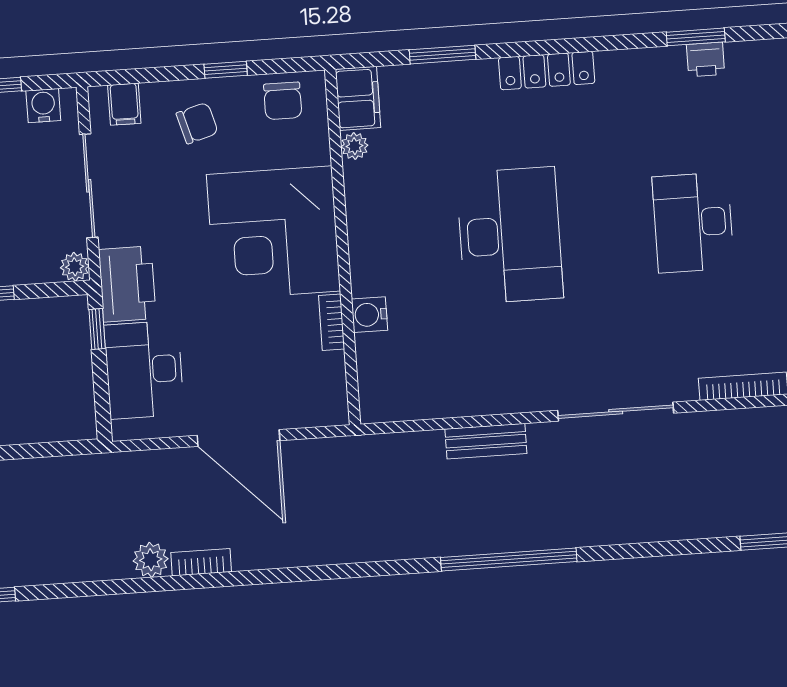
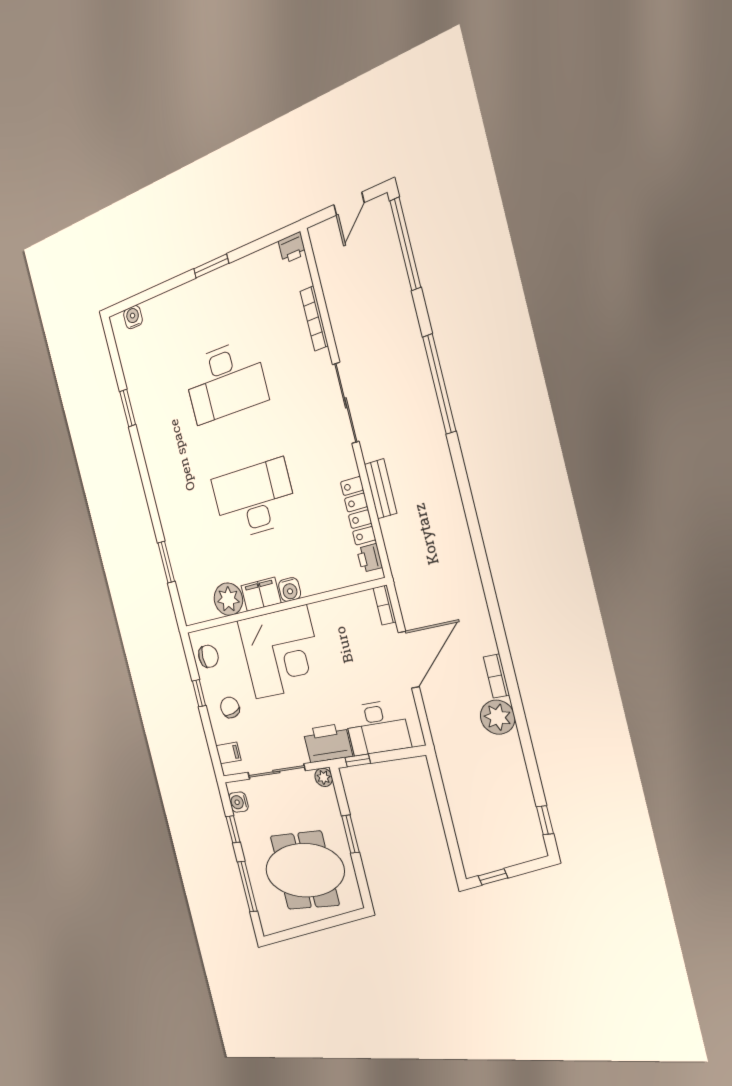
printer: (706, 60) -> (370, 558), moved, turned 180
locker: (547, 71) -> (358, 511), moved, turned 180
filing cabinet: (358, 98) -> (261, 594), moved
plant: (354, 146) -> (228, 599), width x1.88, depth x1.88
desk: (693, 223) -> (225, 381), width x1.36, depth x1.30
water cooler: (370, 315) -> (290, 590), moved
bookcase: (332, 322) -> (385, 605), moved, turned 90
window: (509, 559) -> (439, 384), moved
plant: (151, 560) -> (498, 717), width x1.36, depth x1.36

